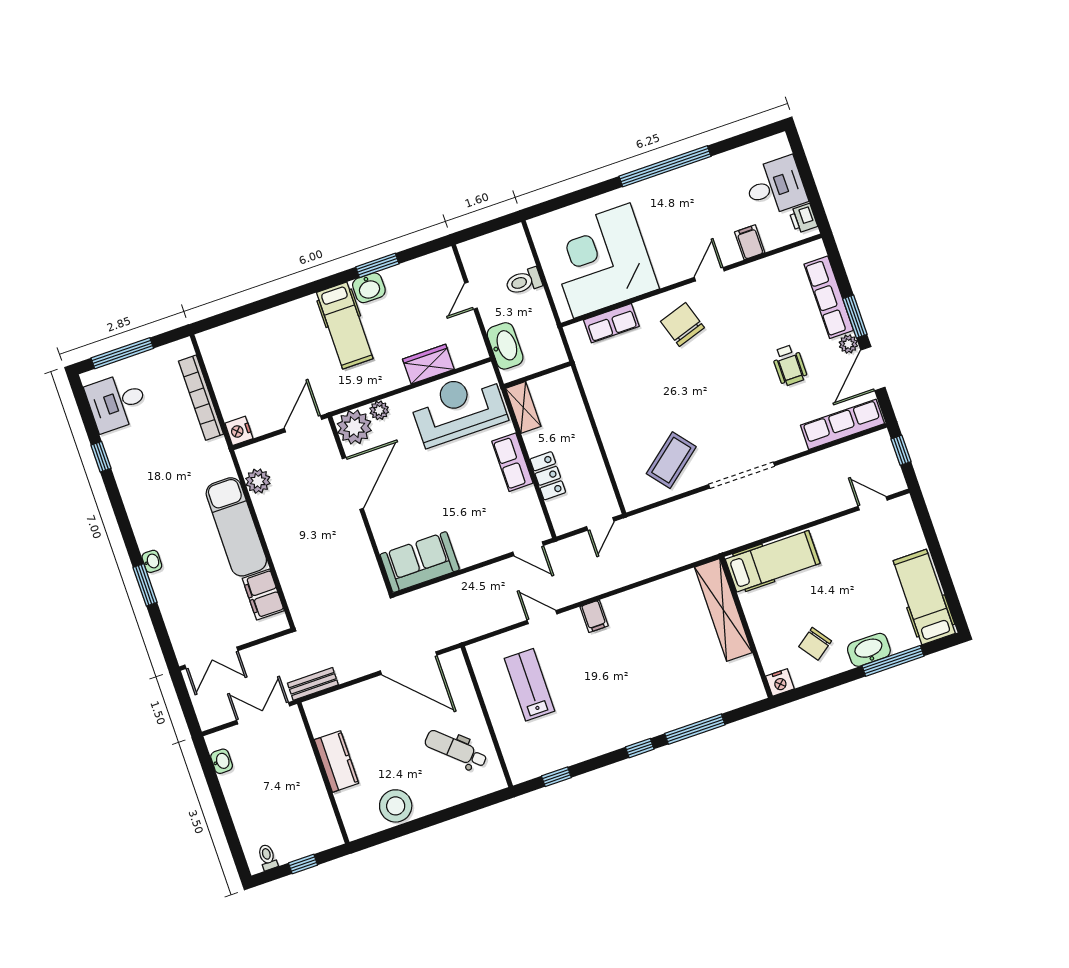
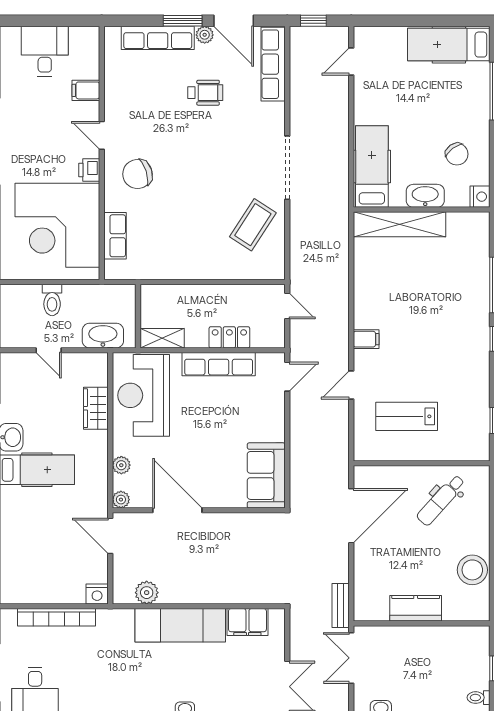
printer: (803, 218) -> (89, 170), moved, turned 90
plant: (354, 427) -> (121, 500), width x0.53, depth x0.53
coffee table: (671, 460) -> (253, 225), turned 72
row of seats: (512, 462) -> (219, 364), width x1.48
washbasin: (869, 650) -> (425, 196), moved, turned 90

